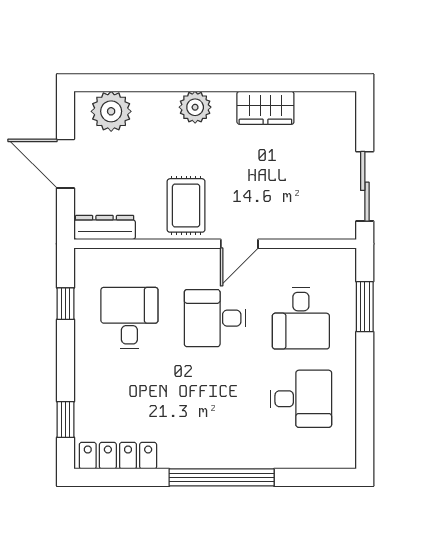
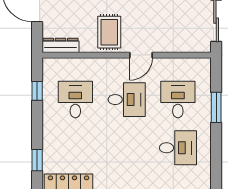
window: (365, 307) -> (216, 107), moved
desk: (215, 318) -> (127, 100), turned 180
desk: (301, 318) -> (178, 100), turned 180

